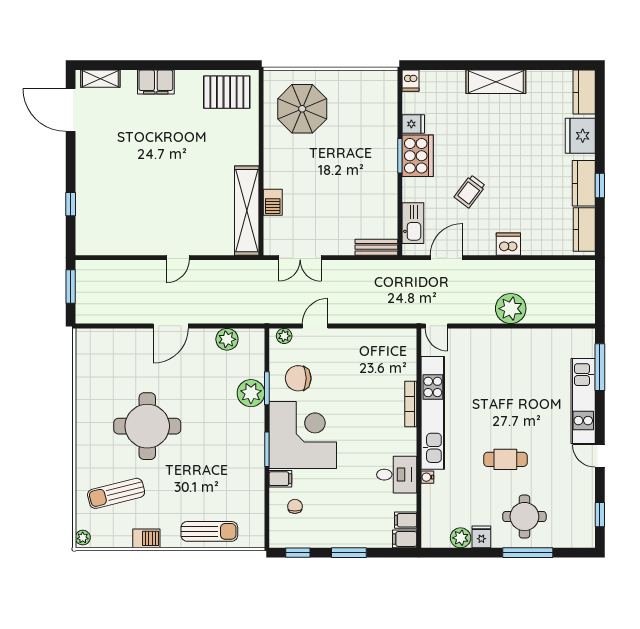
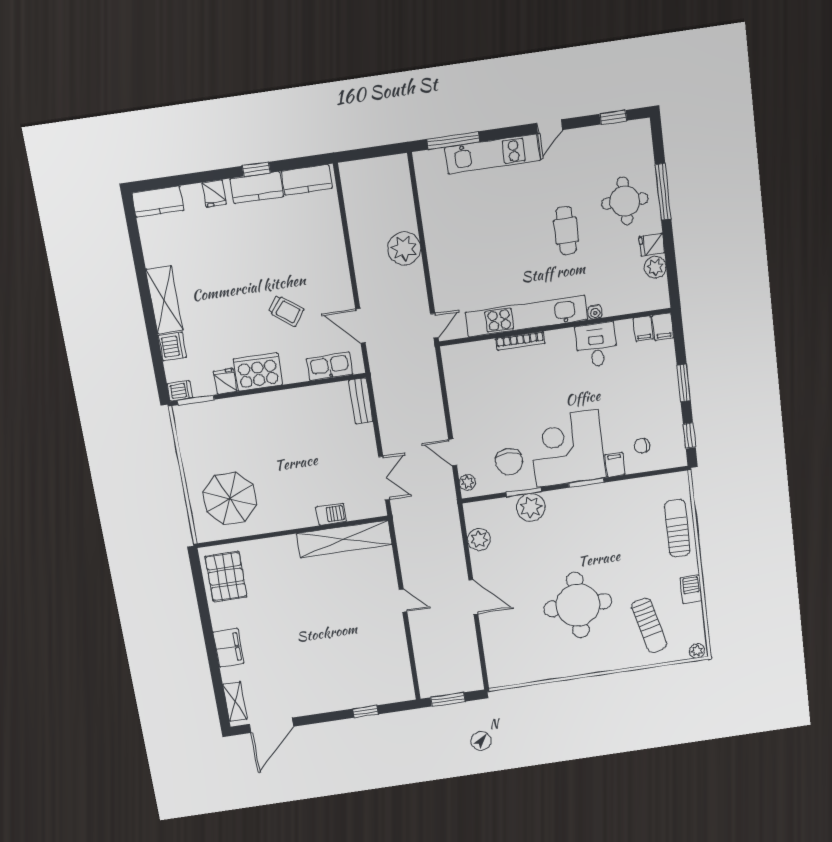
fridge: (580, 136) -> (214, 193), width x0.53, depth x0.75
window: (400, 156) -> (196, 400), moved
dishwasher: (508, 244) -> (172, 346), moved, turned 180

